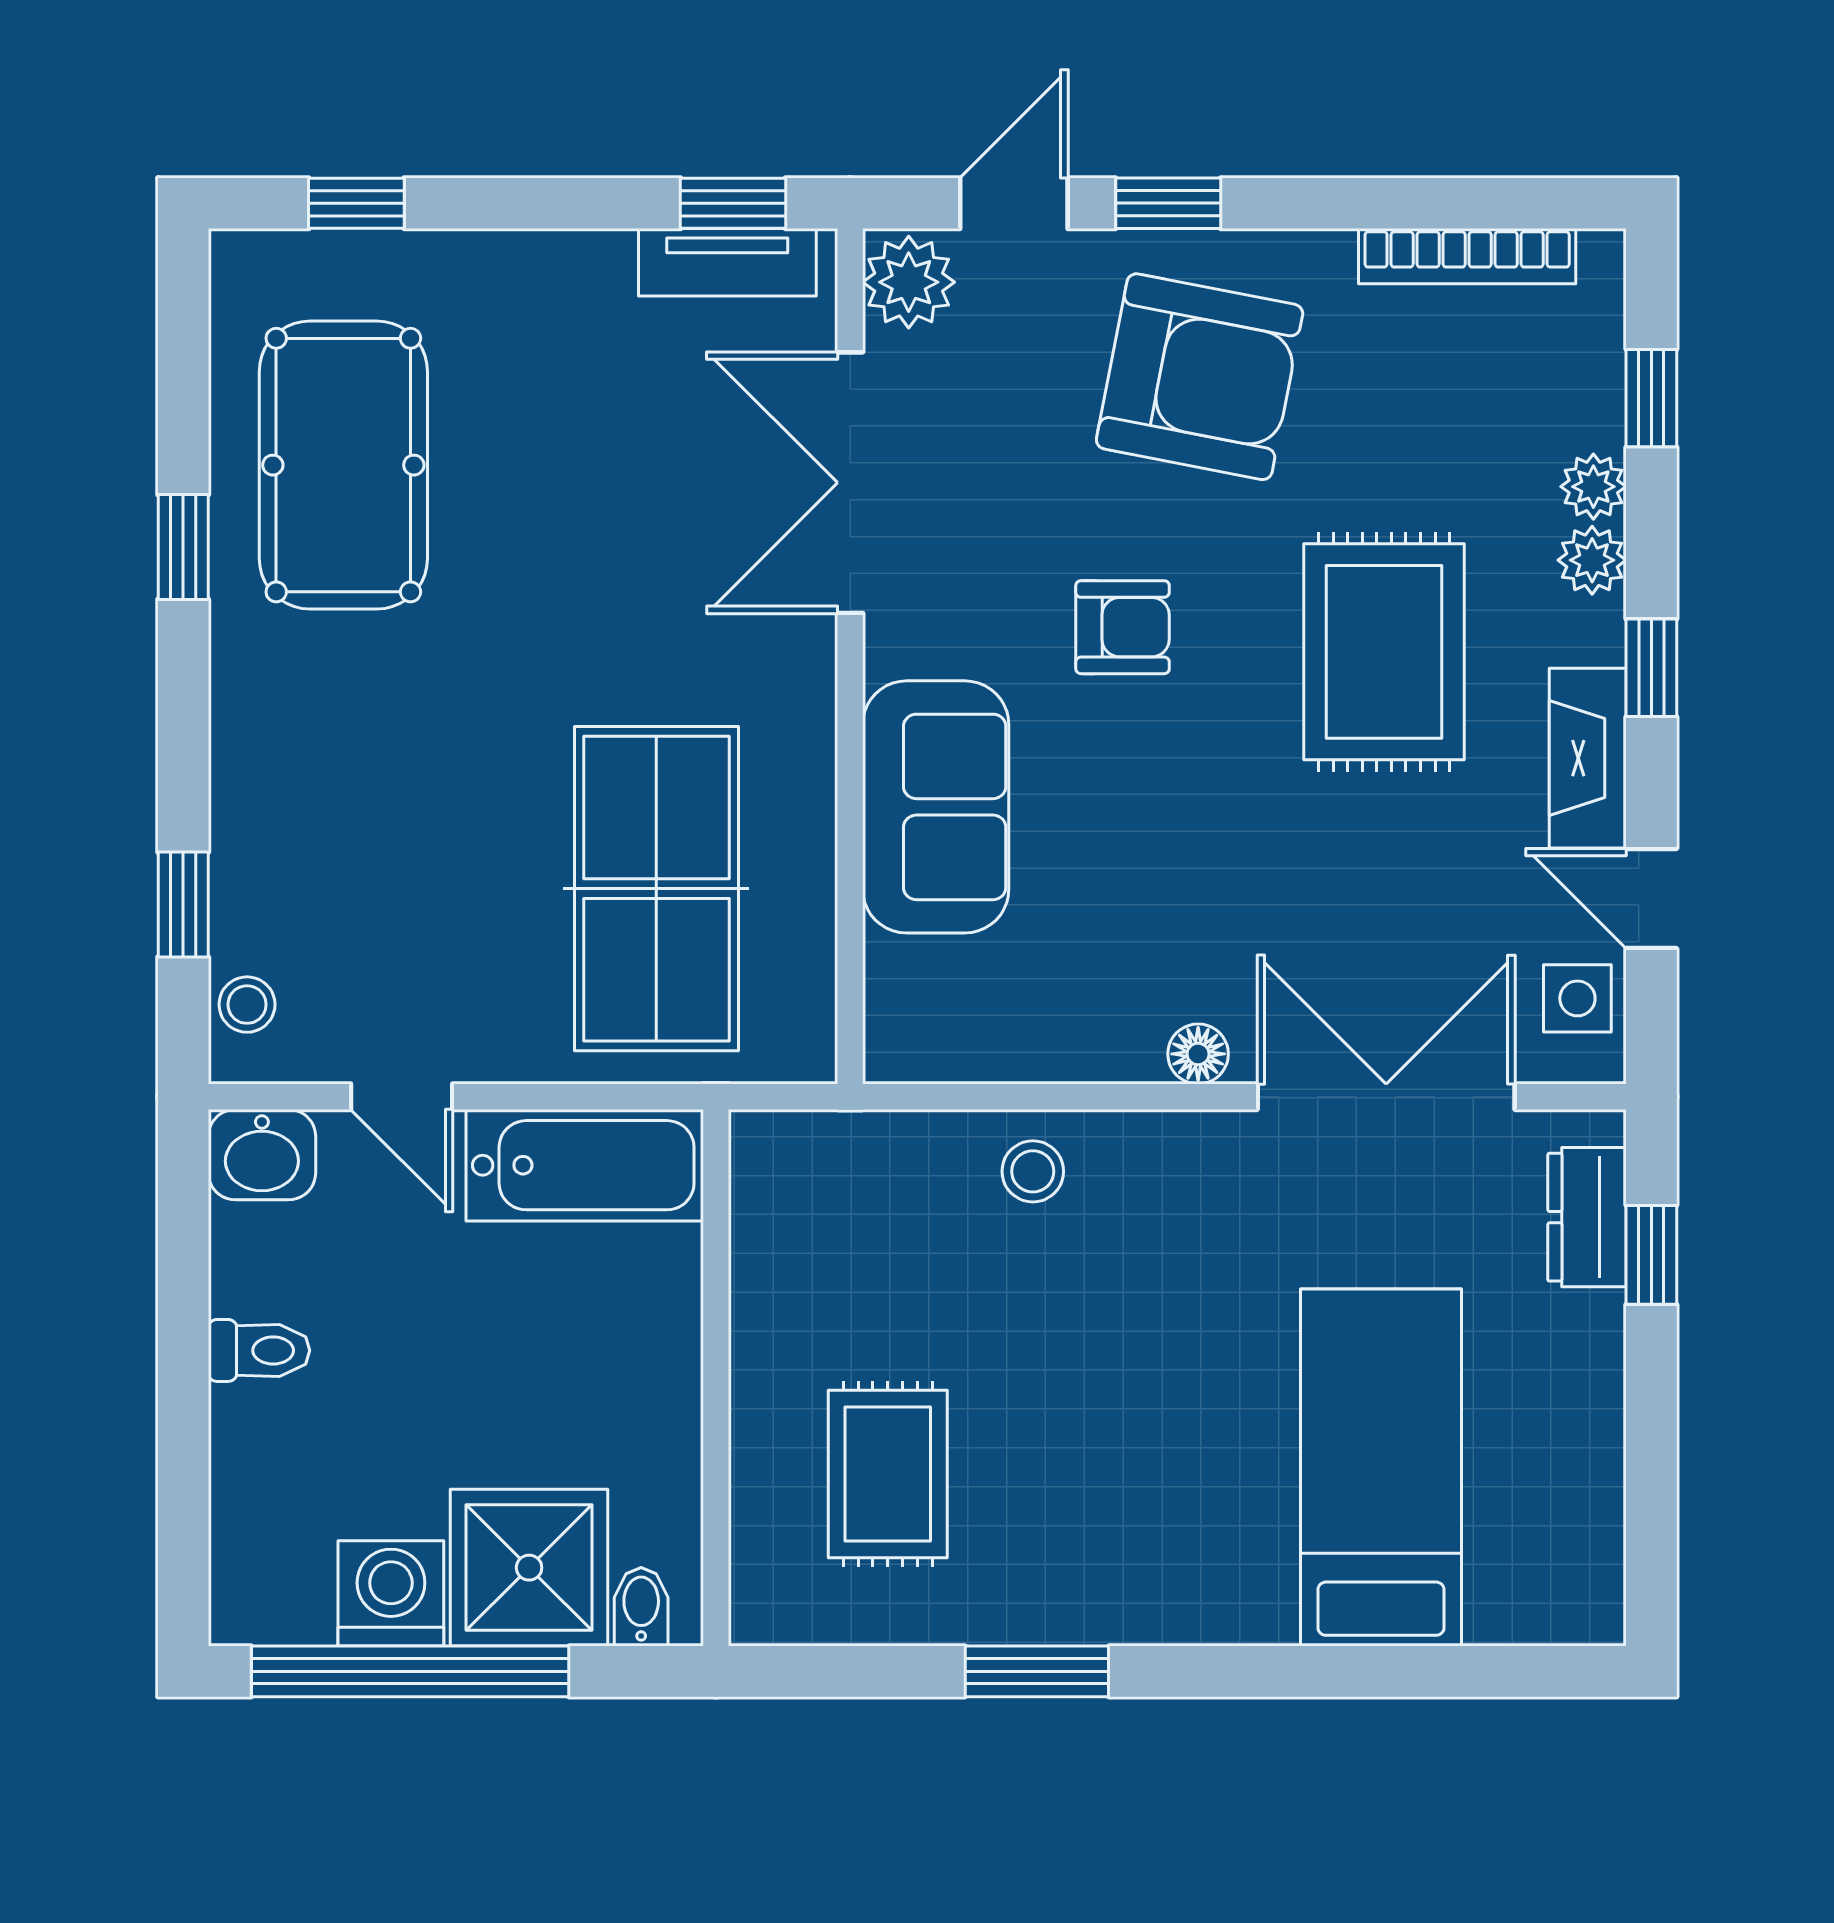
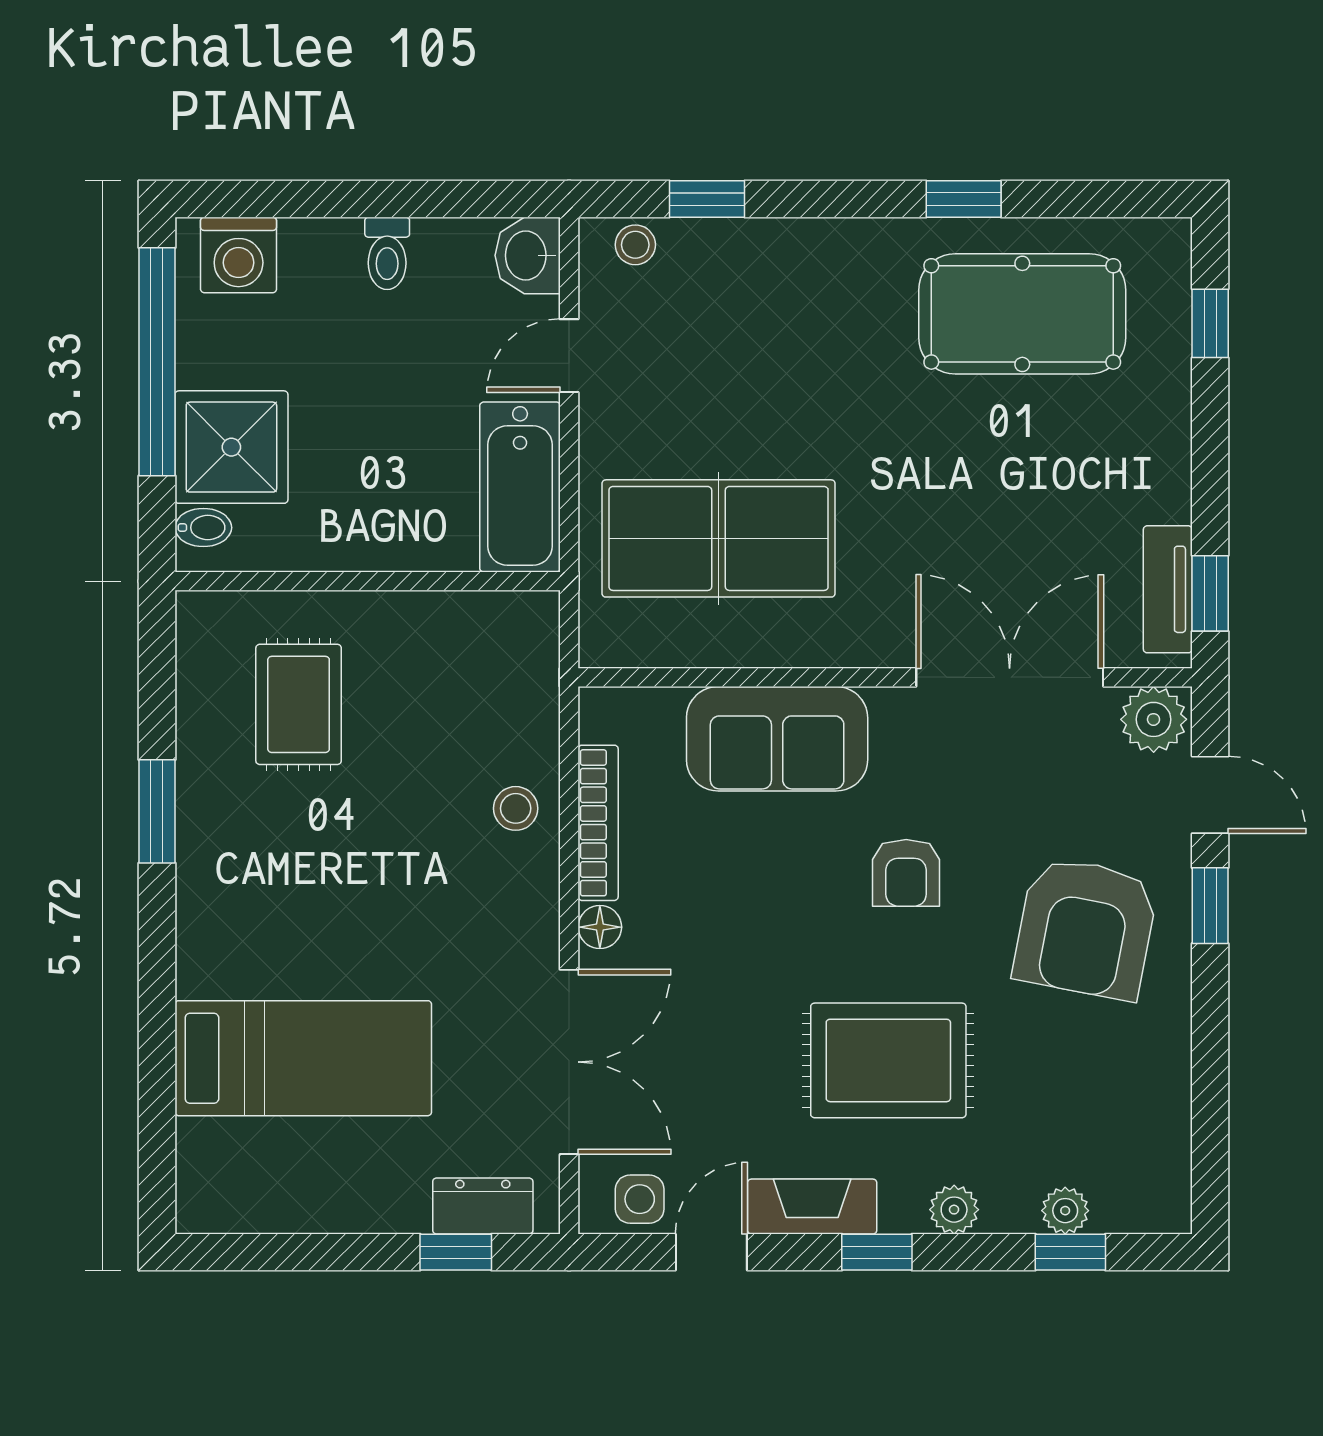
bookcase: (1467, 256) -> (598, 823), moved, turned 180
plant: (1593, 487) -> (1065, 1211), moved
rug: (888, 1474) -> (299, 704), turned 90
washing machine: (391, 1593) -> (239, 255), moved, turned 90

